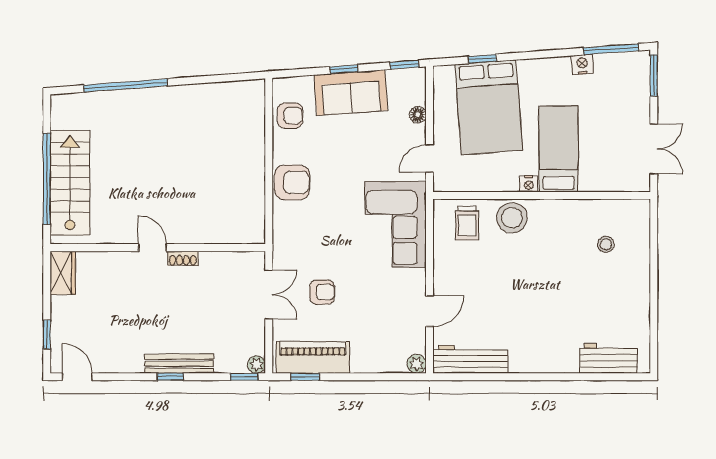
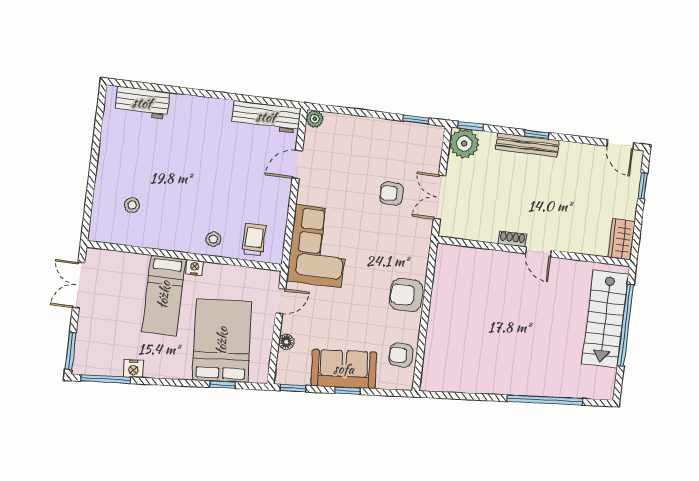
stool: (512, 218) -> (213, 239), width x0.53, depth x0.53
piano: (313, 357) -> (407, 136), removed
plant: (257, 365) -> (464, 144), width x1.88, depth x1.88

